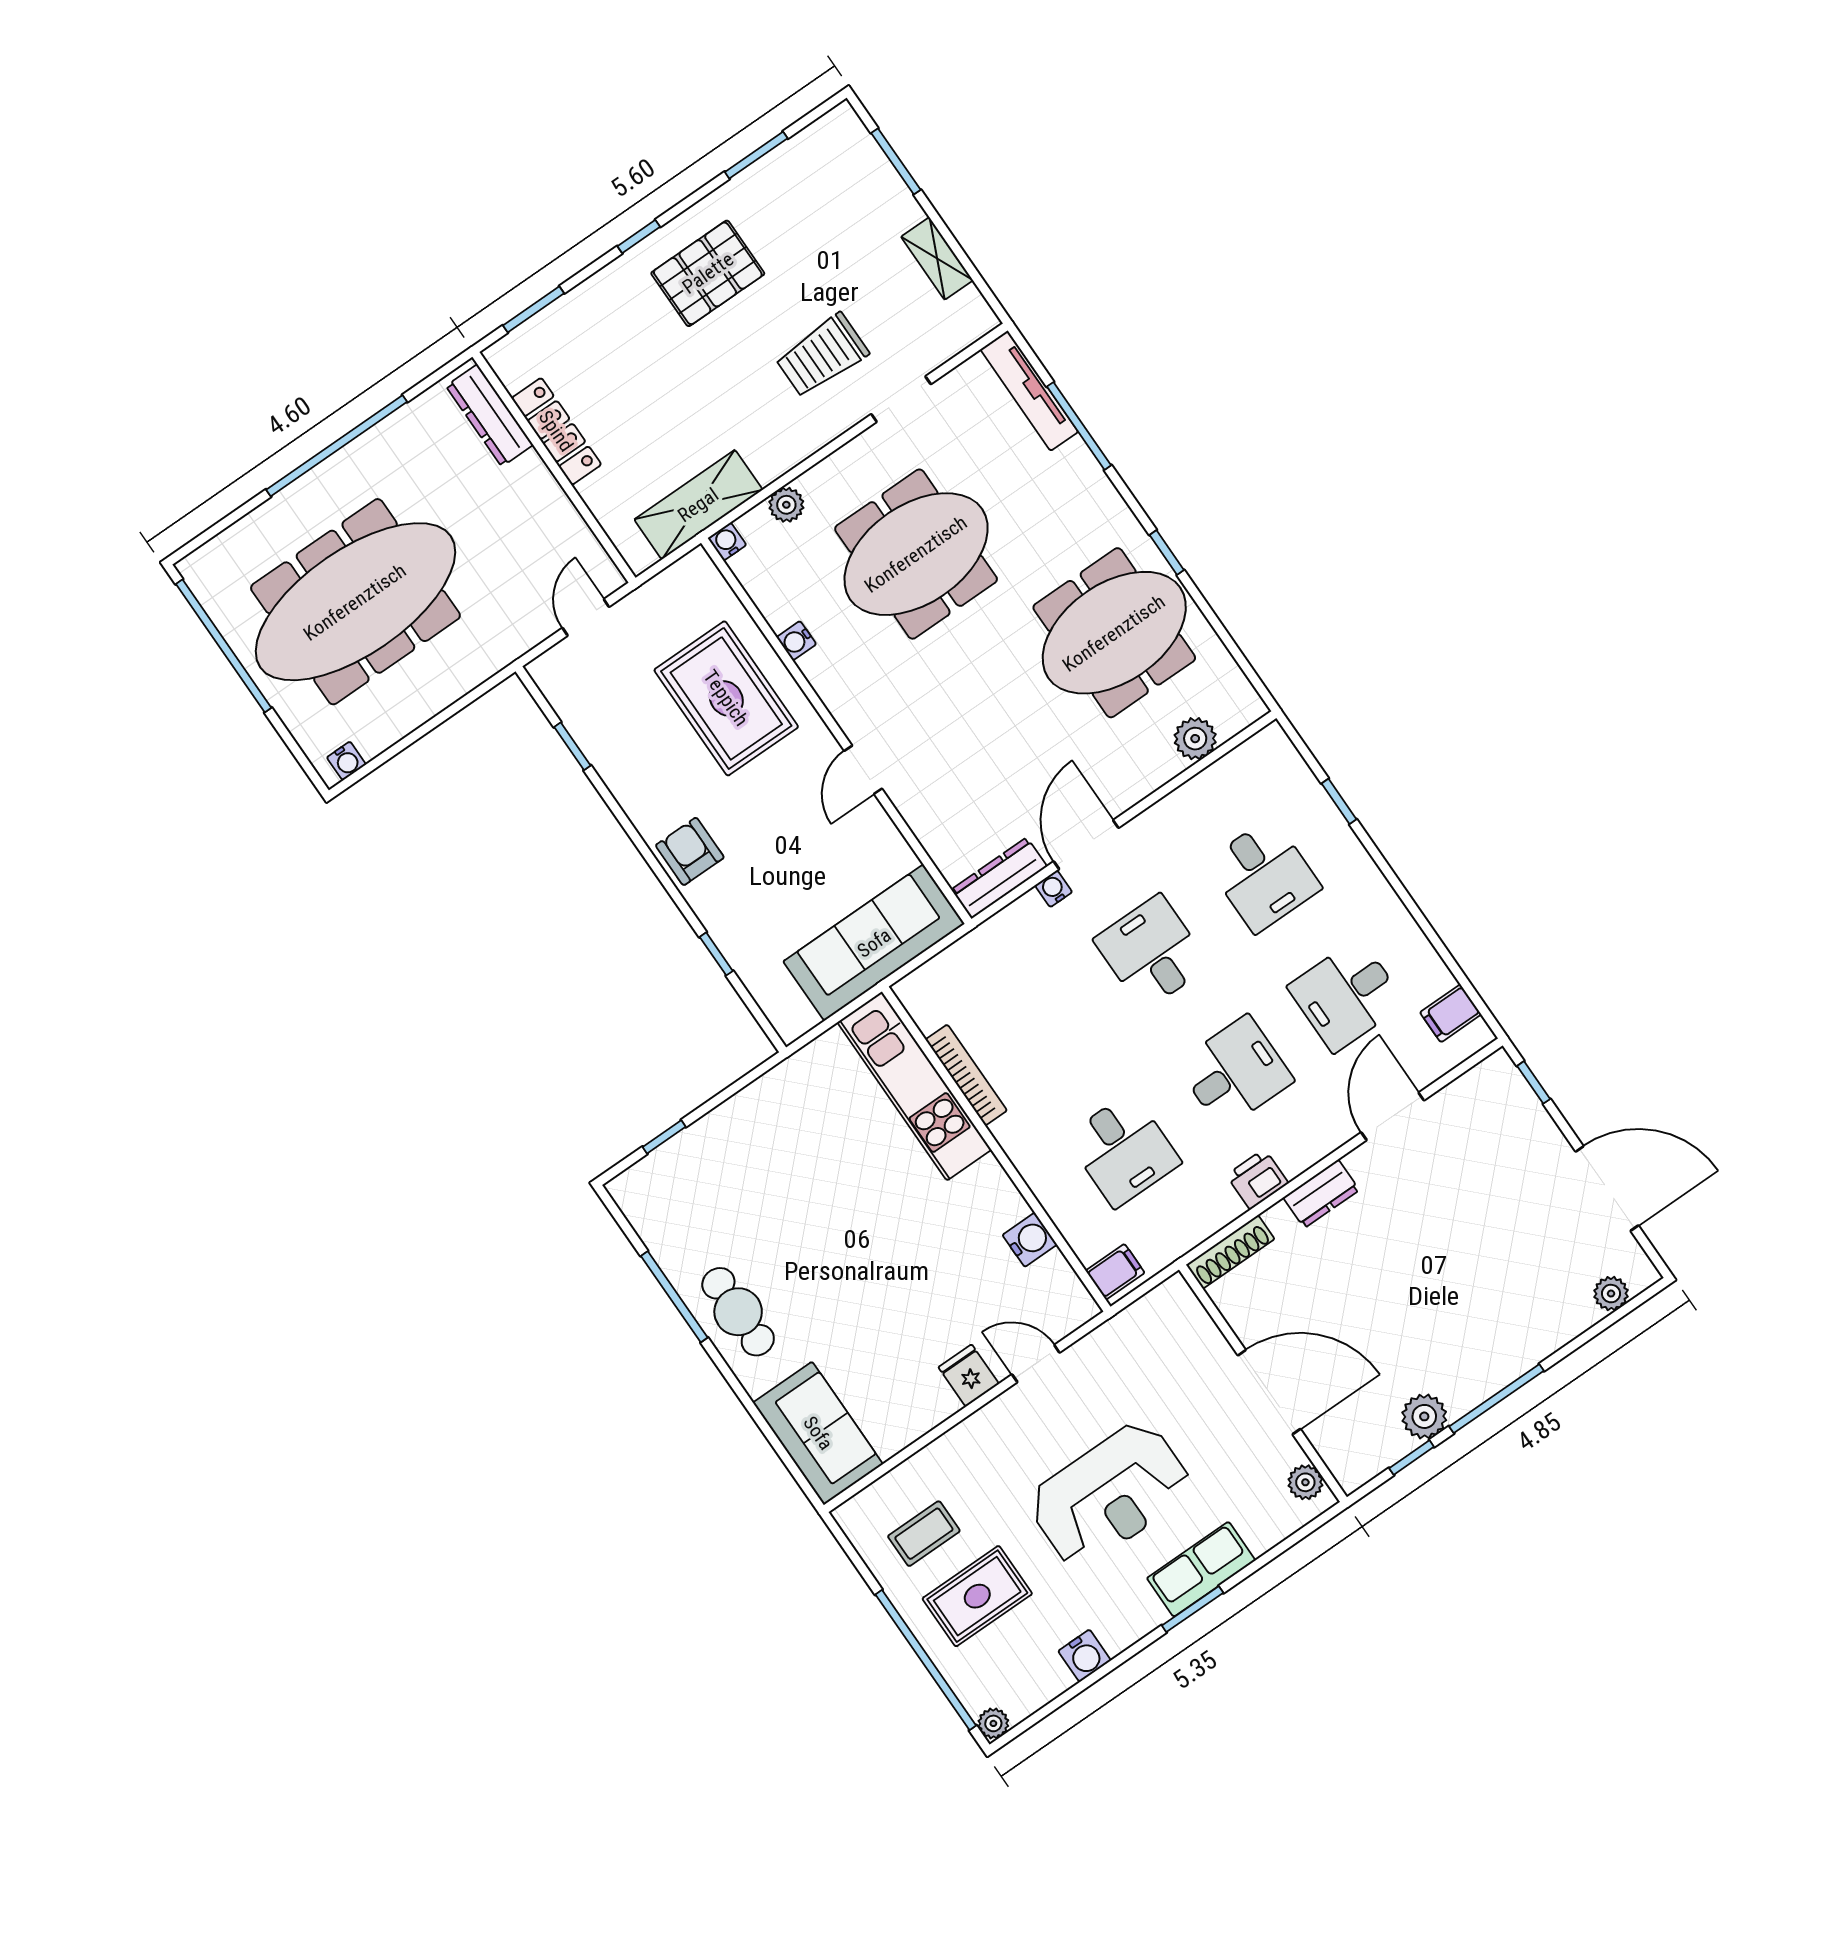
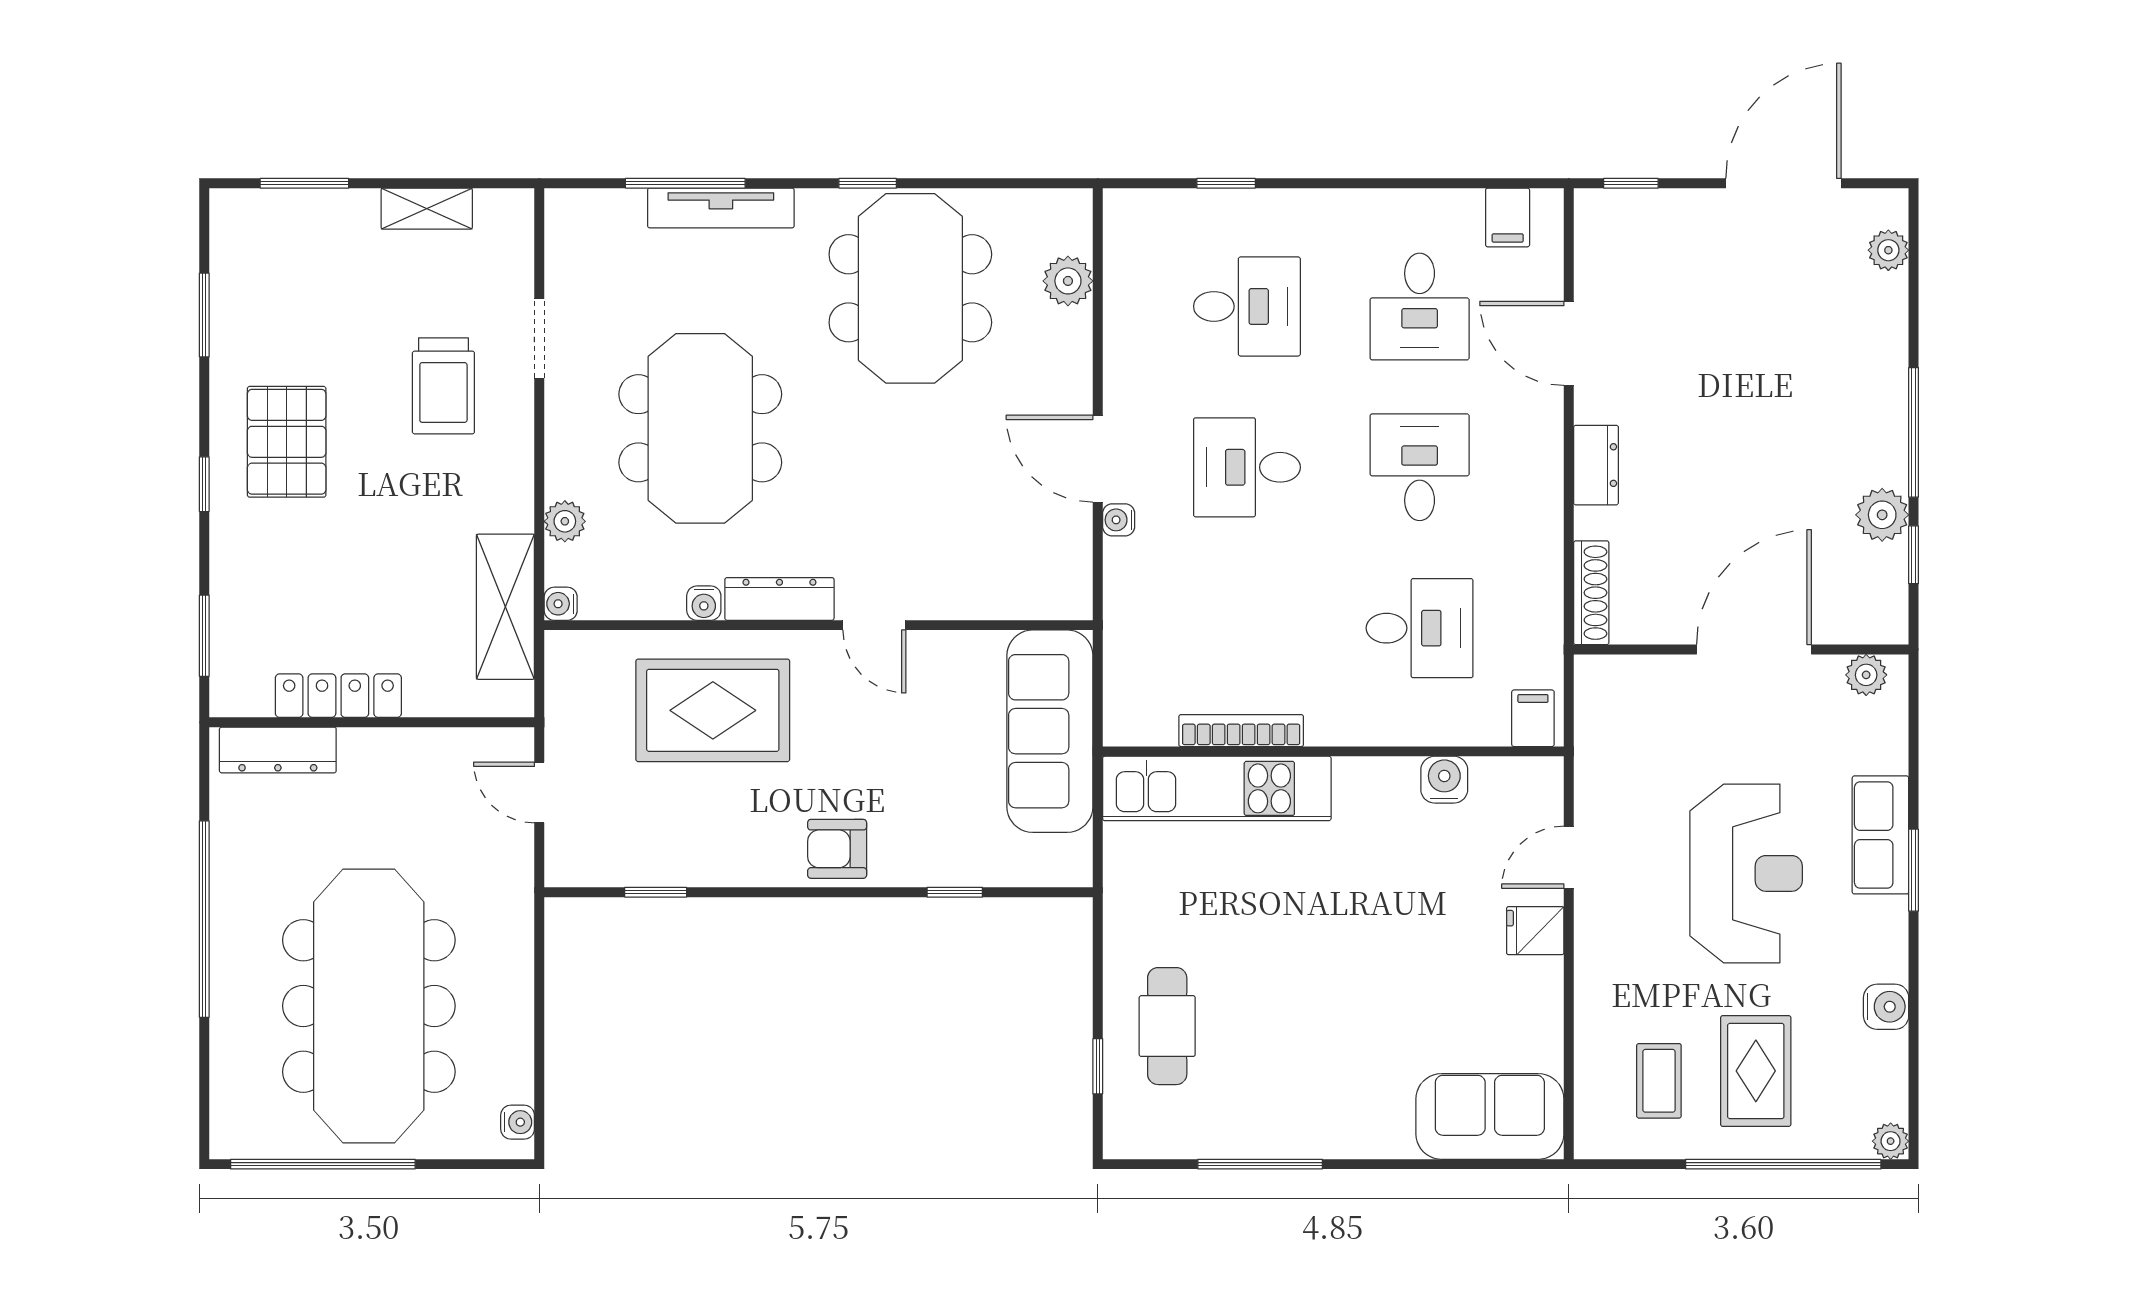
tv unit: (1029, 391) -> (721, 208), moved
dresser: (999, 878) -> (779, 599), moved, turned 90
printer: (1257, 1179) -> (1539, 517), removed
cafe table: (738, 1312) -> (1167, 1026), moved, turned 90

